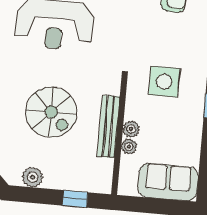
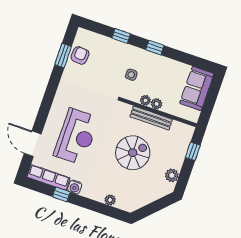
side table: (164, 82) -> (131, 75), width x0.54, depth x0.54
plant: (129, 147) -> (145, 100), moved

